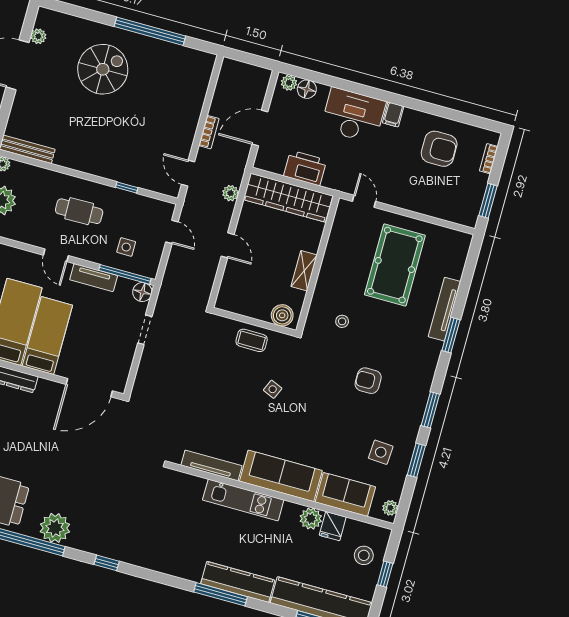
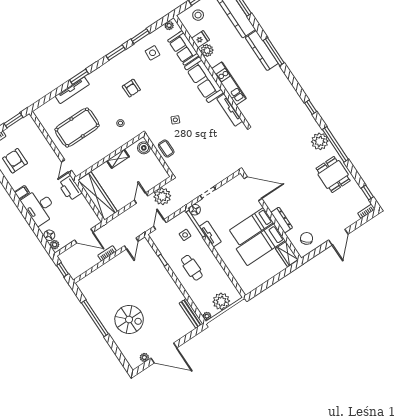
window: (249, 59) -> (63, 270), added
spiral stairs: (103, 69) -> (129, 319), turned 180
printer: (305, 168) -> (70, 188), moved
plant: (231, 193) -> (162, 196), moved, width x1.87, depth x1.87
door: (56, 255) -> (218, 257), removed

